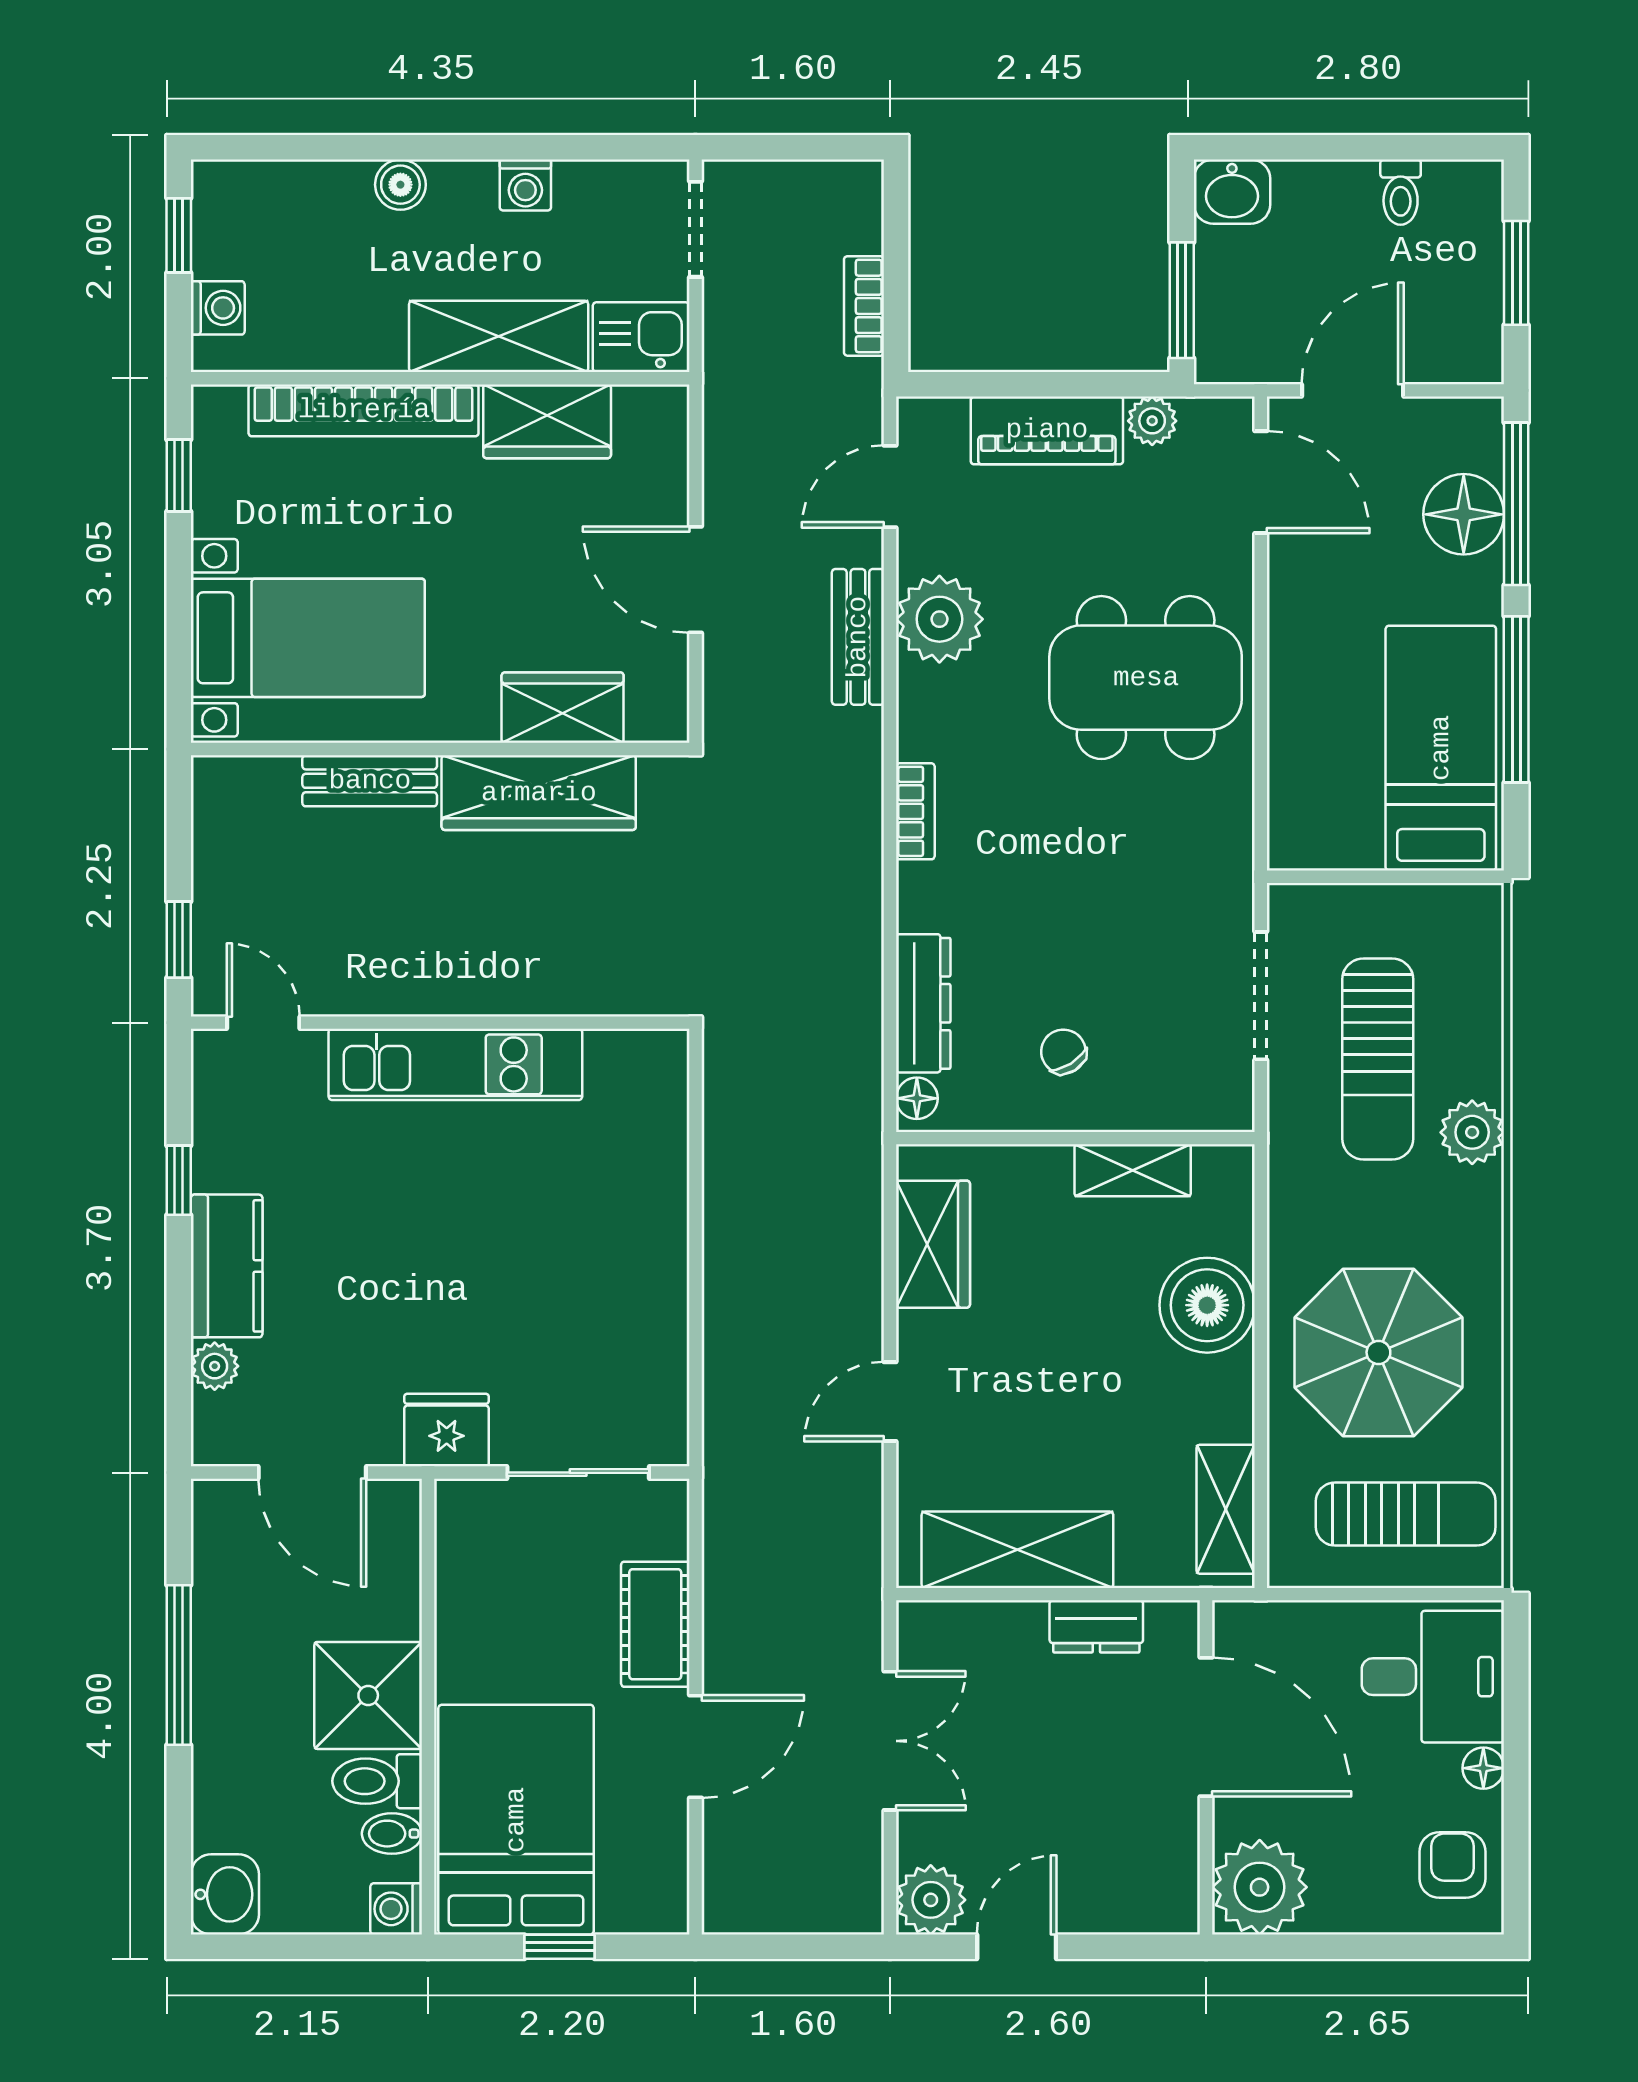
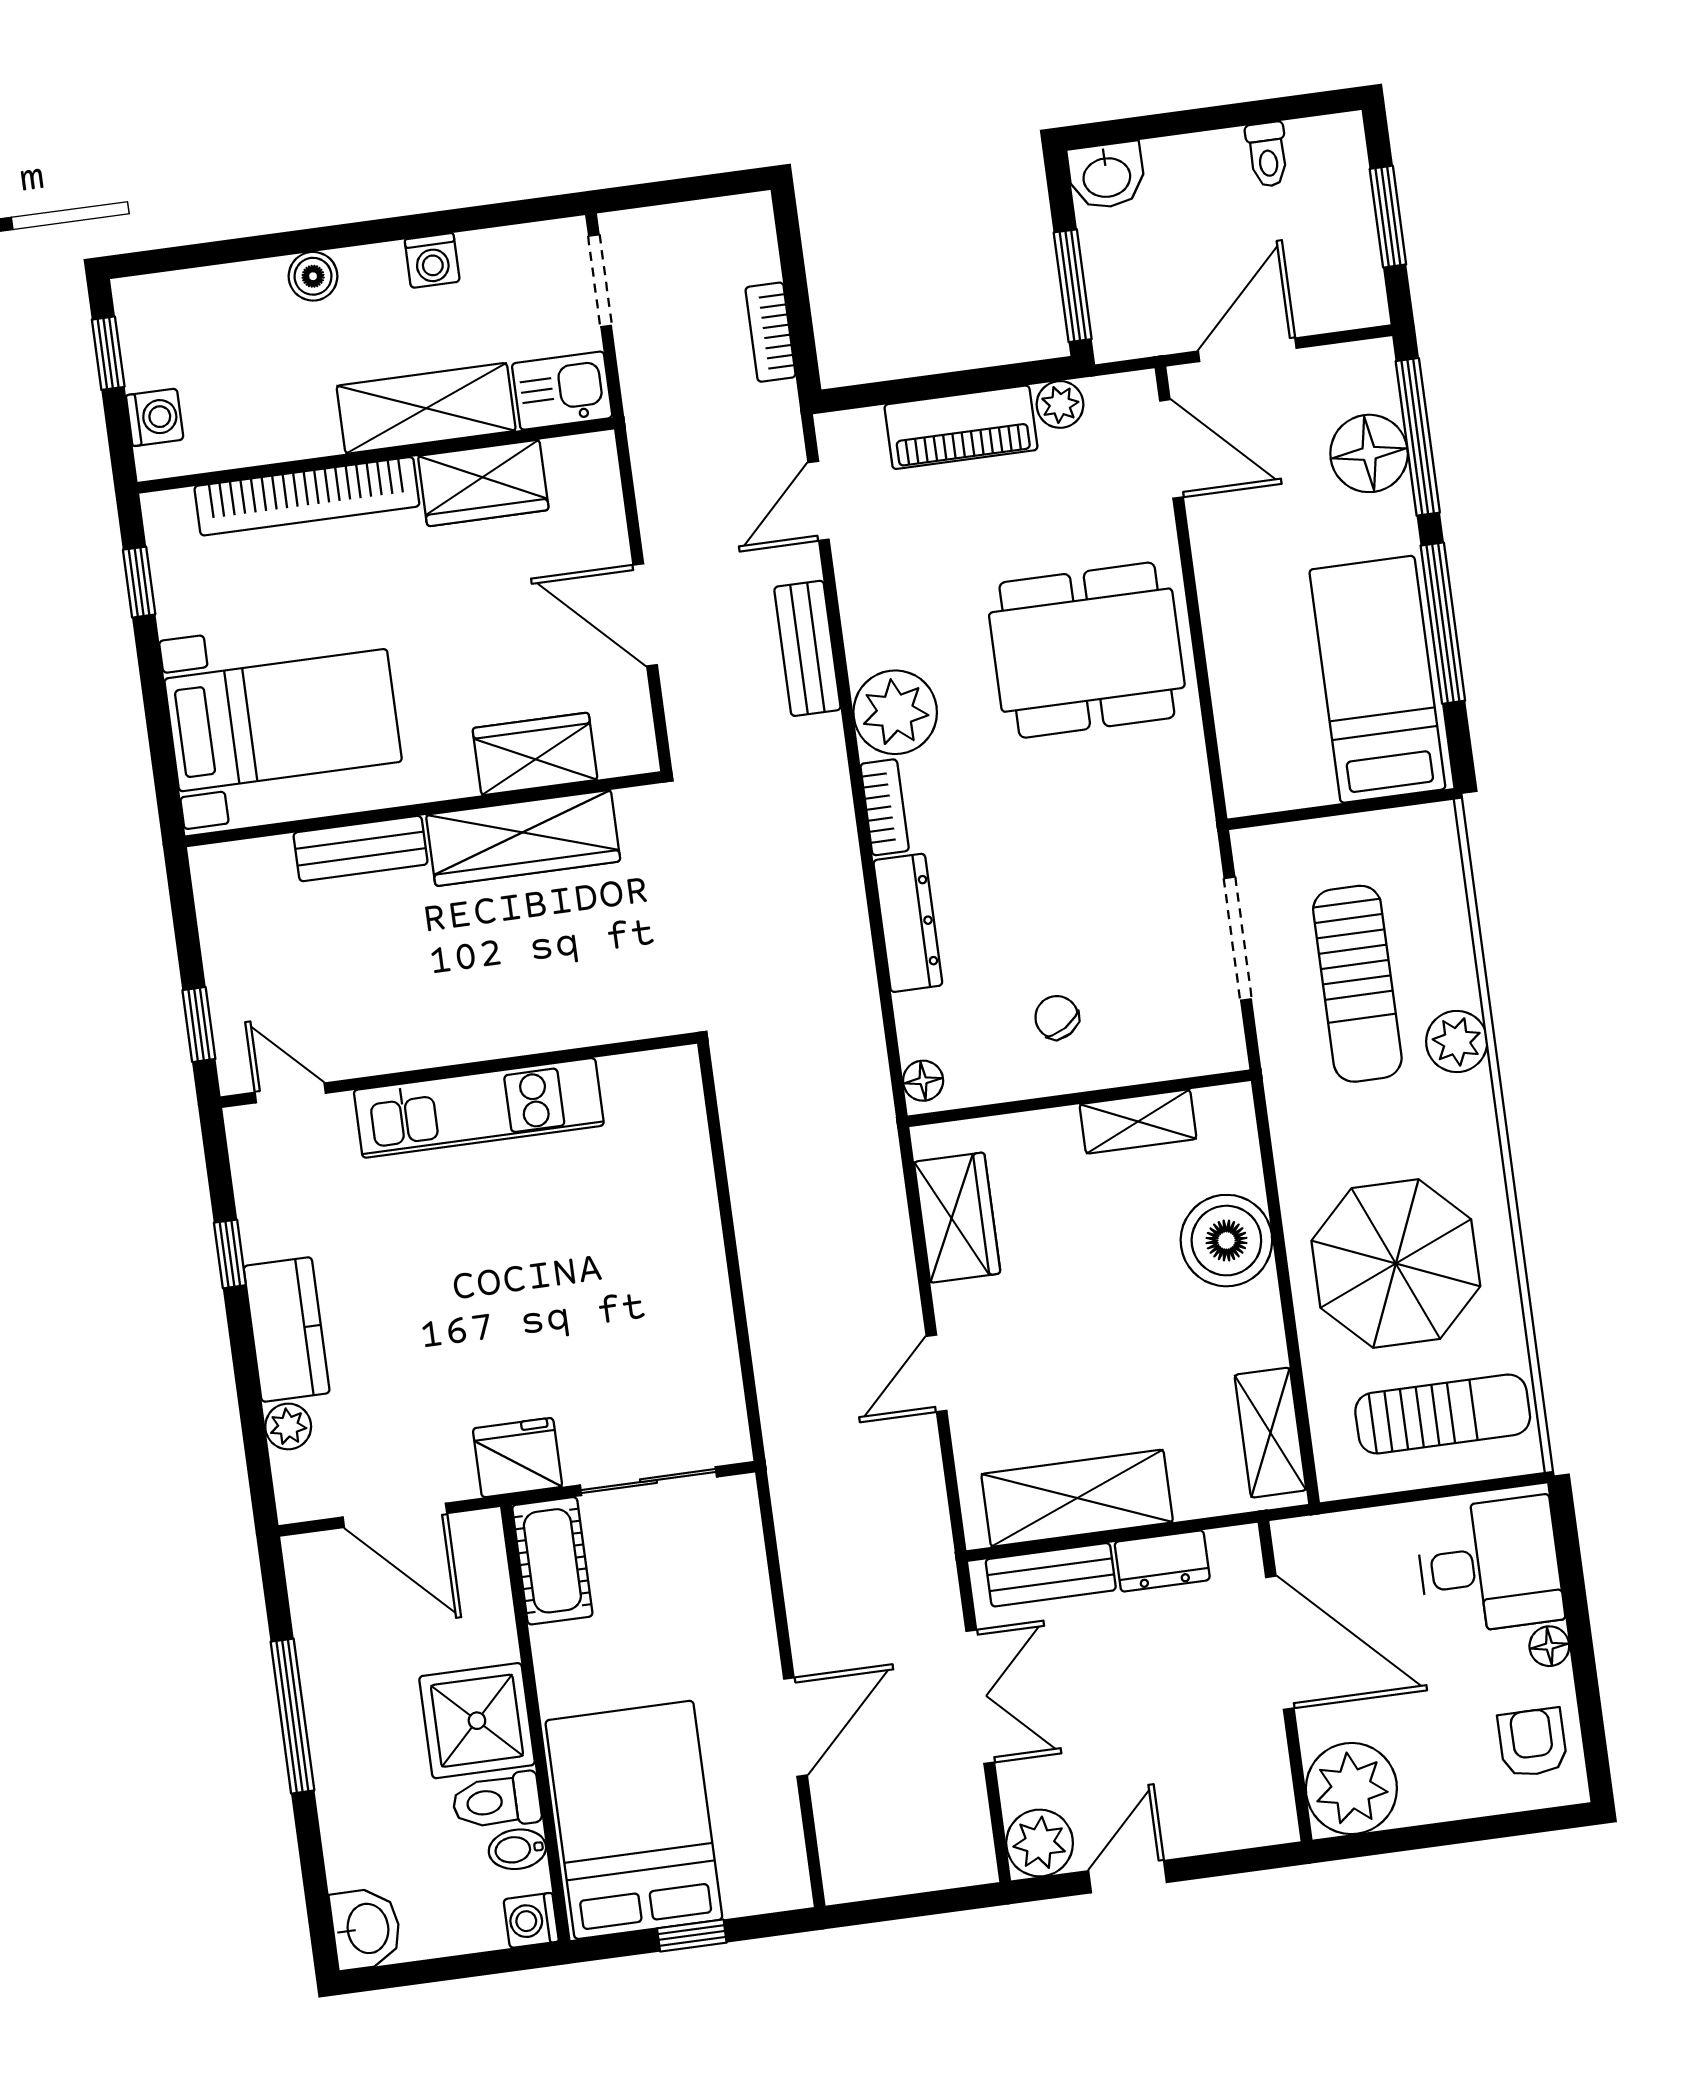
plant: (939, 619) -> (895, 712), moved
dresser: (923, 1003) -> (908, 923), moved
cot: (655, 1624) -> (552, 1561), moved
bench: (980, 1625) -> (1051, 1575), added

